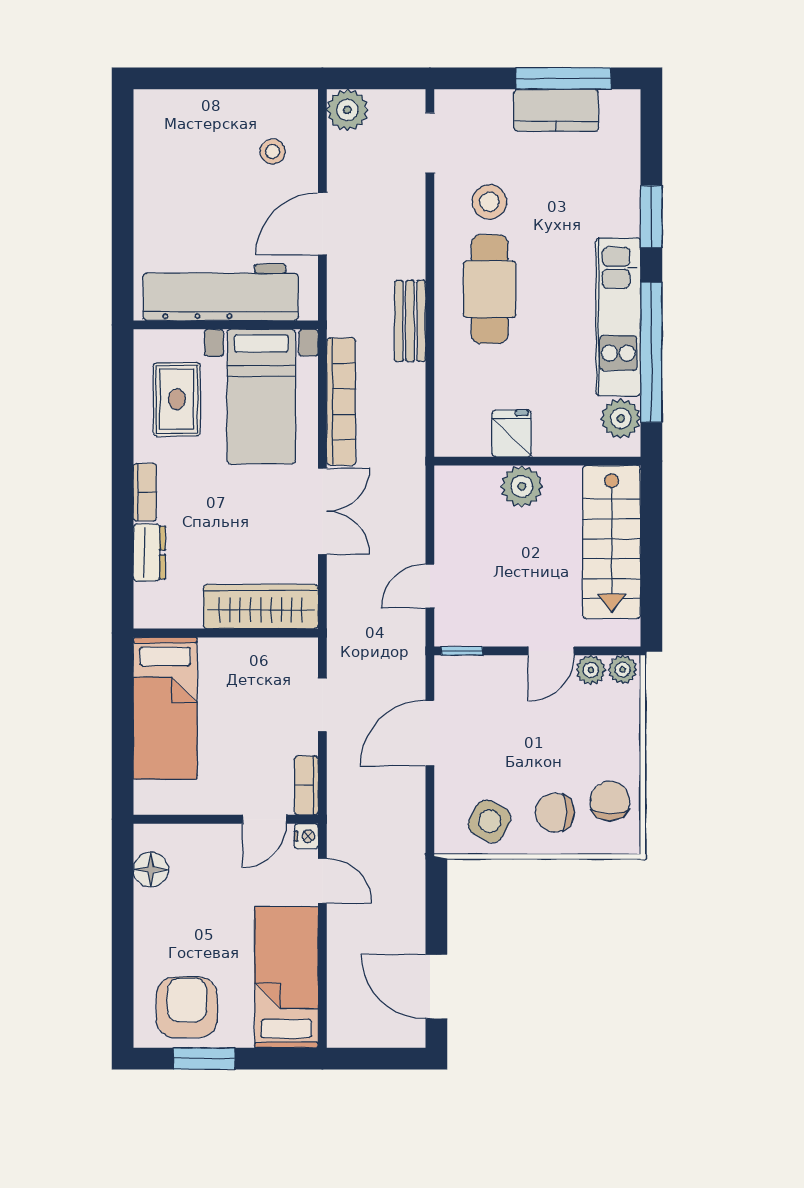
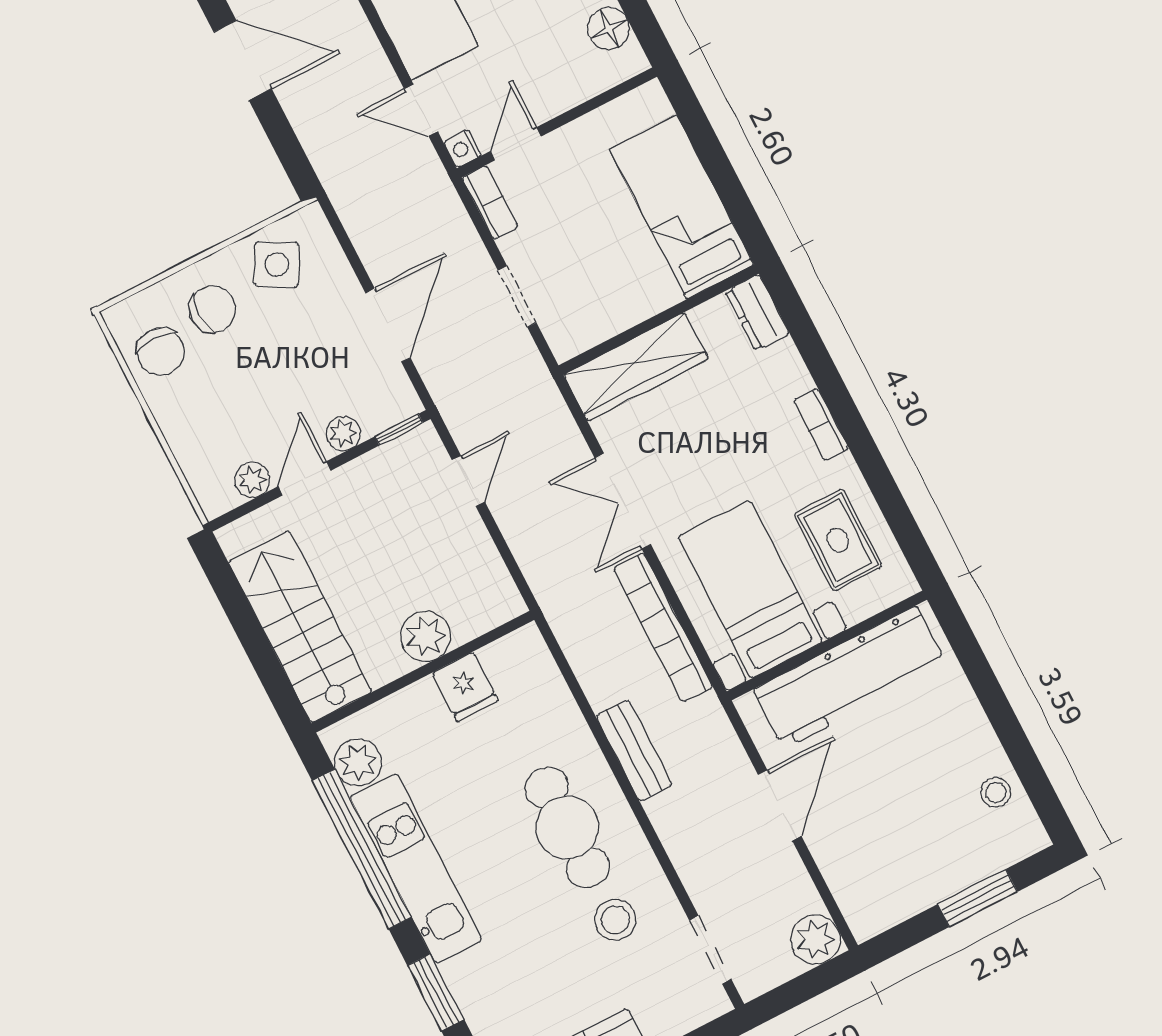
window: (211, 78) -> (977, 898), added
stool: (273, 151) -> (996, 792), moved
dresser: (149, 553) -> (757, 313), moved
plant: (623, 670) -> (343, 433), moved

